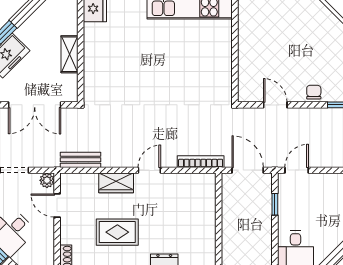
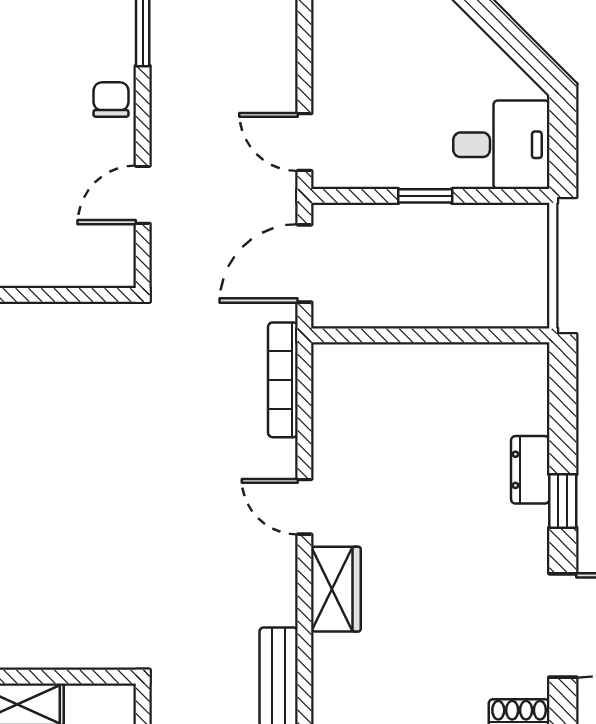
chair: (314, 92) -> (111, 99), turned 90
window: (275, 204) -> (425, 196), moved
rug: (117, 232) -> (457, 586), removed

